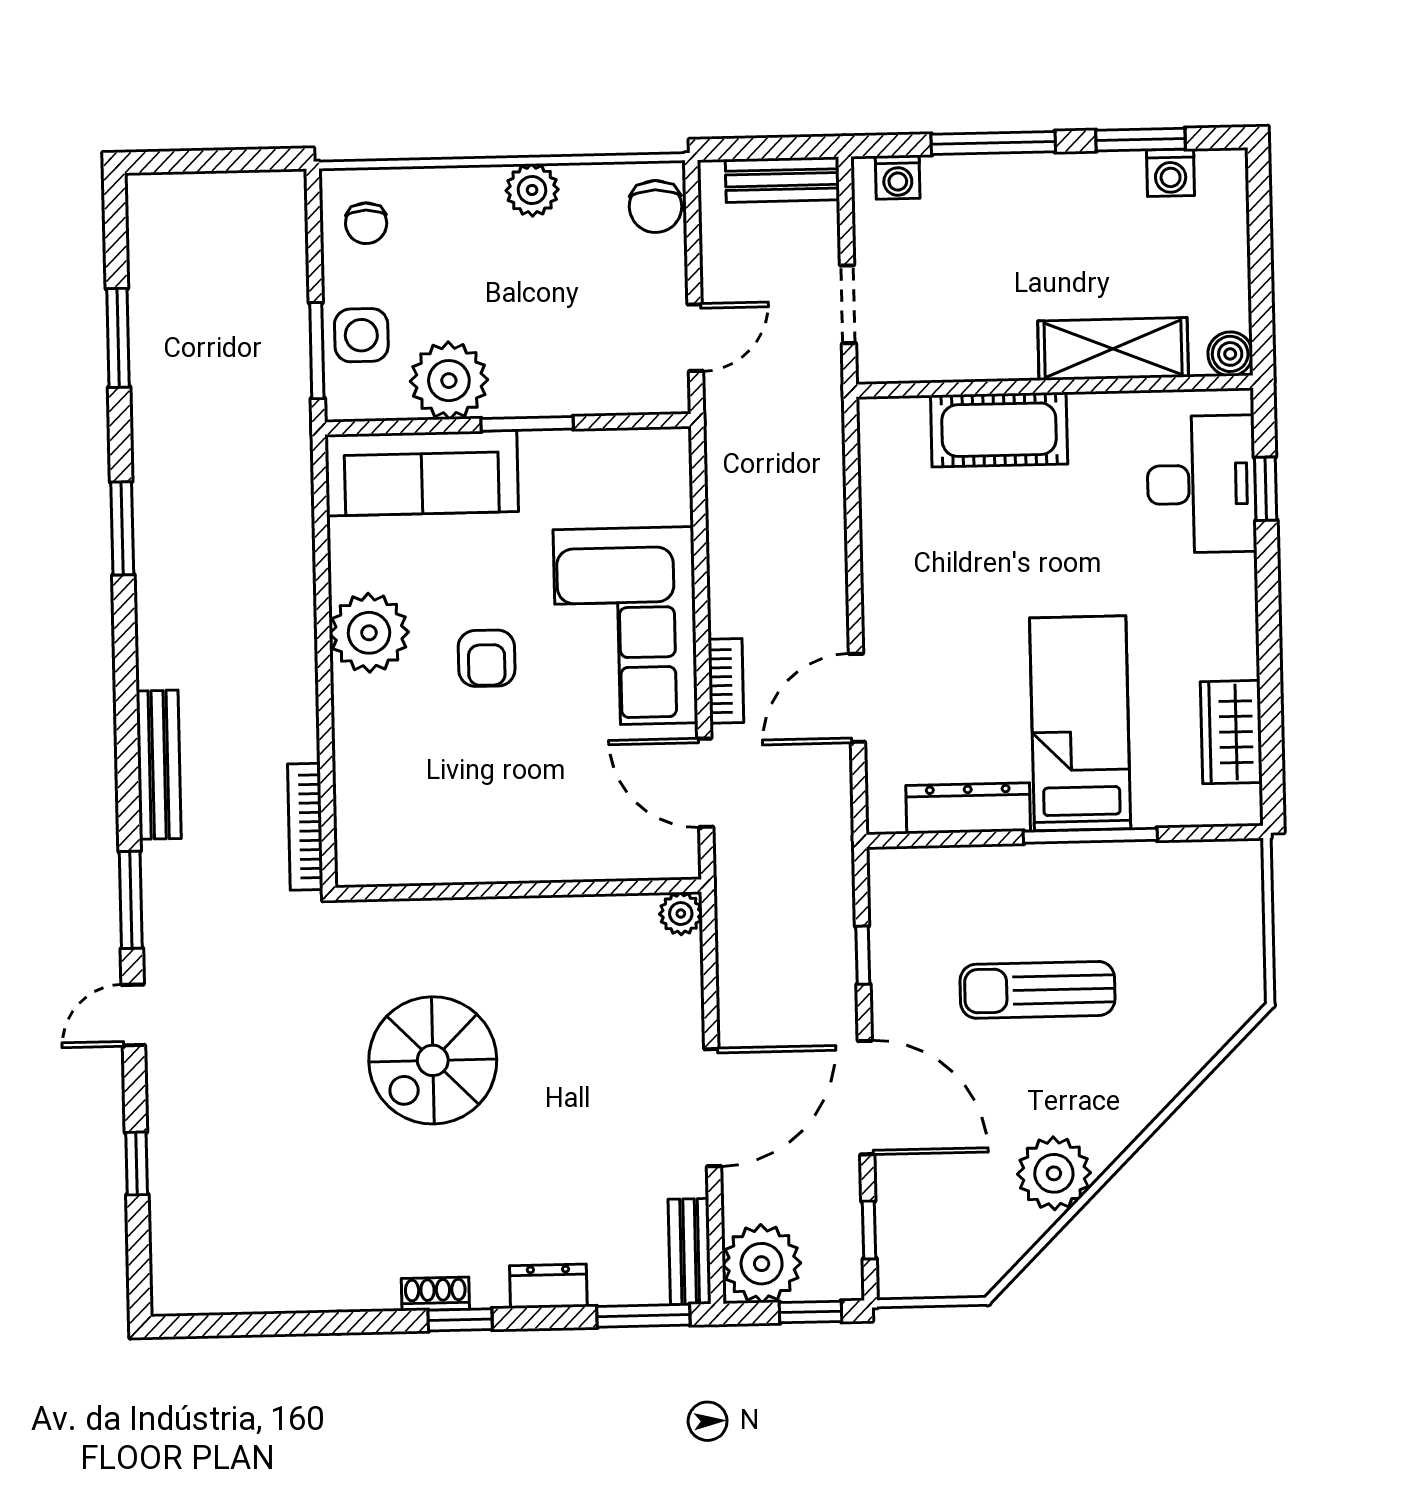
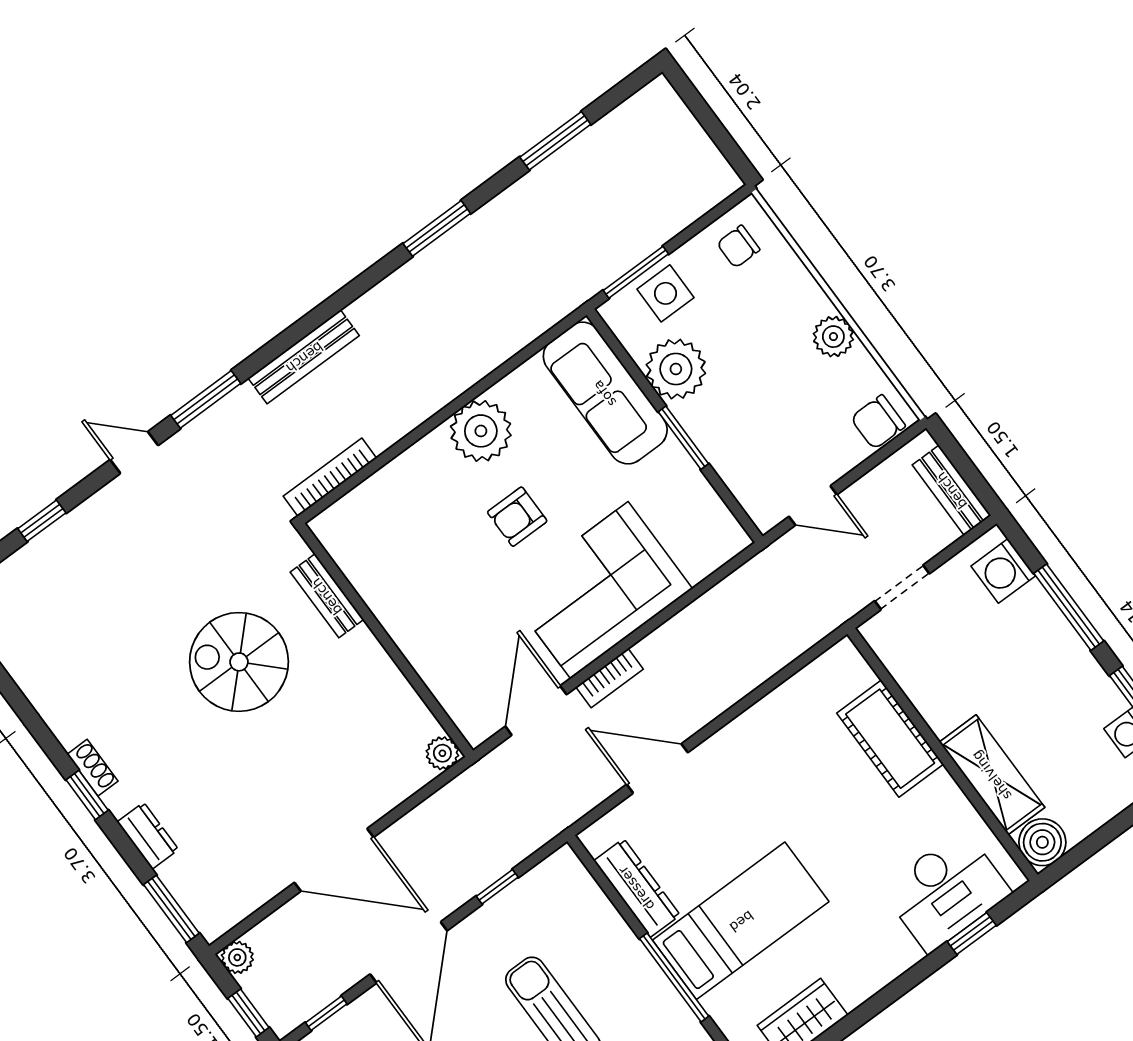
washing machine: (898, 177) -> (1003, 571), width x1.38, depth x1.38
boiler: (1230, 354) -> (1042, 842), width x1.36, depth x1.36
bench: (690, 1252) -> (327, 596), moved, turned 90
plant: (762, 1264) -> (237, 957), width x0.53, depth x0.53

